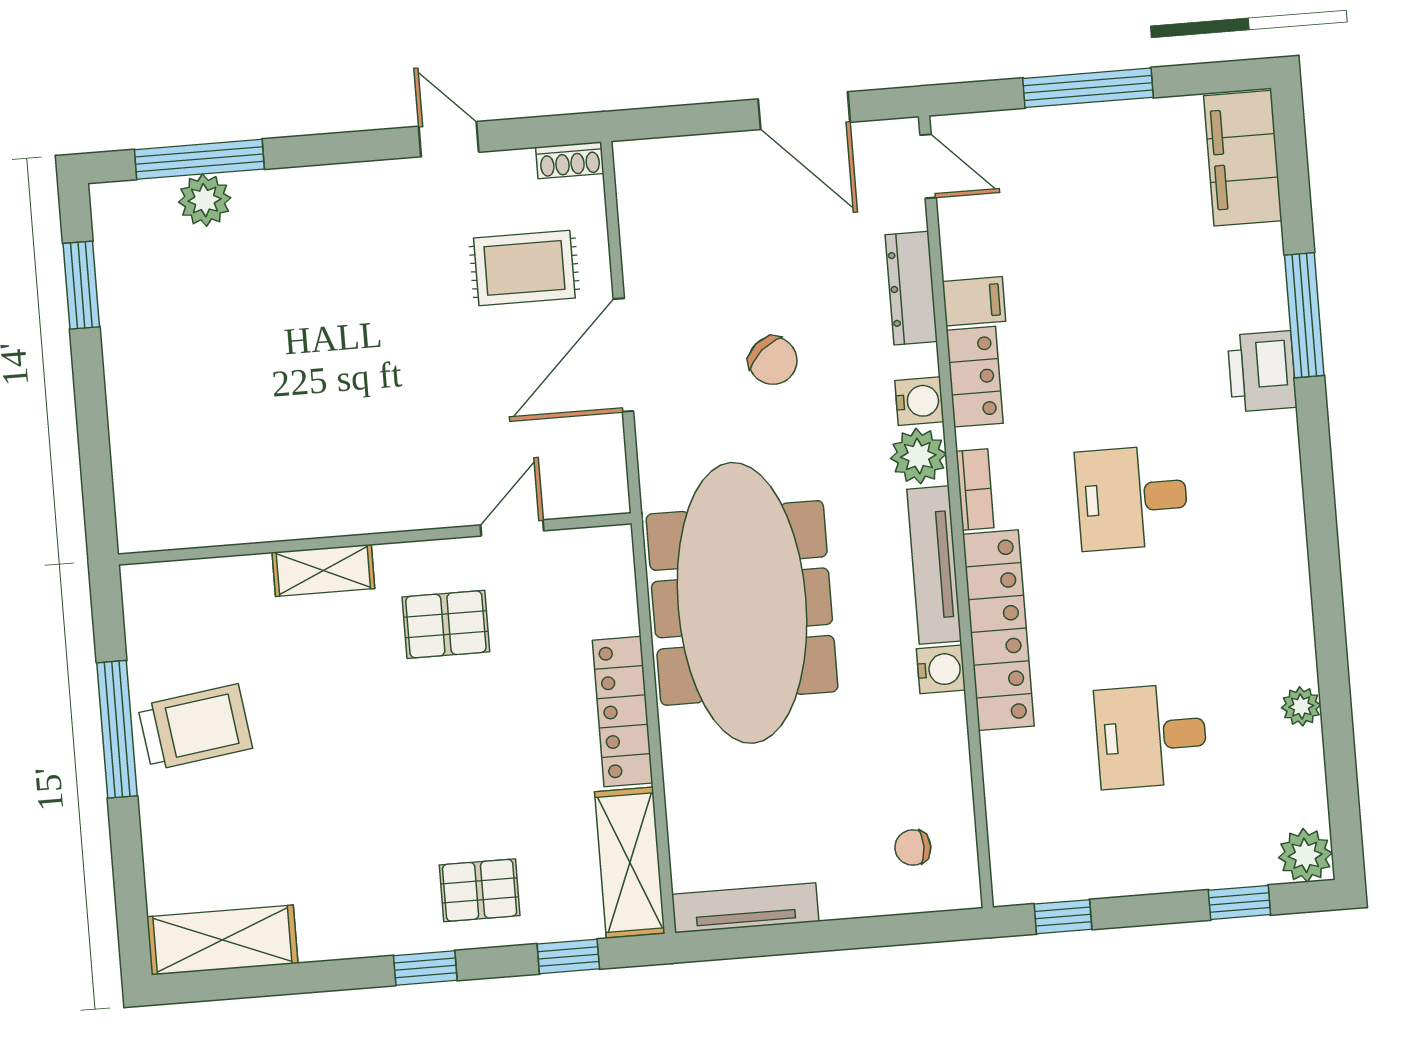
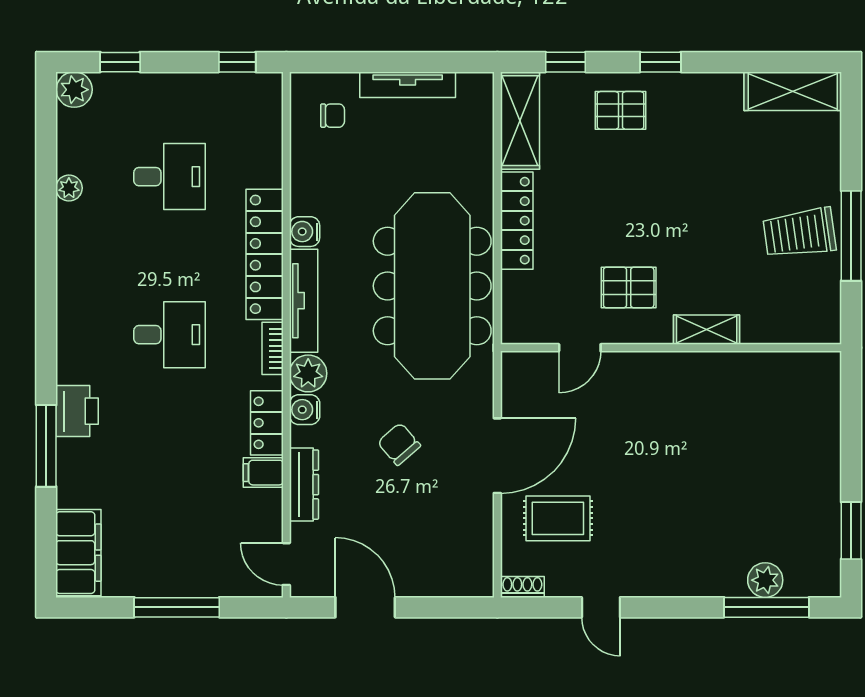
tv unit: (745, 908) -> (408, 85), moved

